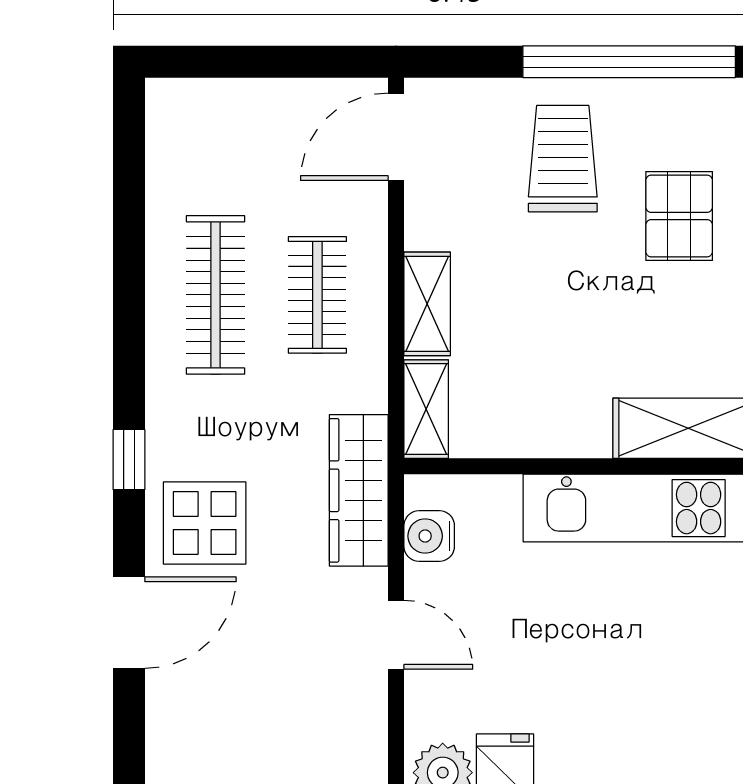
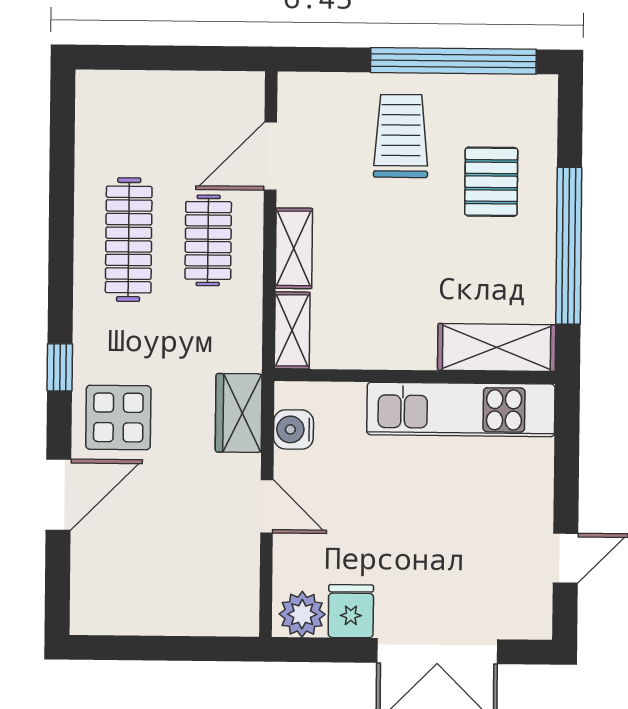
door: (396, 137) -> (270, 156), moved
wardrobe: (359, 490) -> (239, 413), width x0.67

